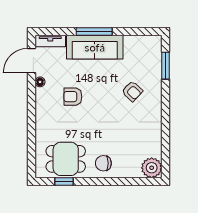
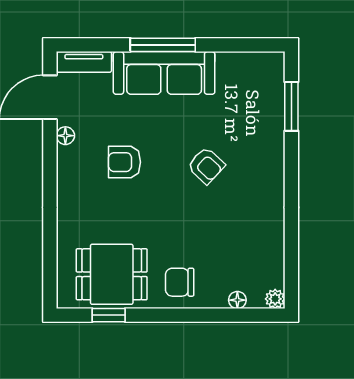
armchair: (132, 91) -> (206, 166), moved
plant: (152, 168) -> (275, 299), width x0.53, depth x0.53
floor lamp: (135, 173) -> (237, 300), added

